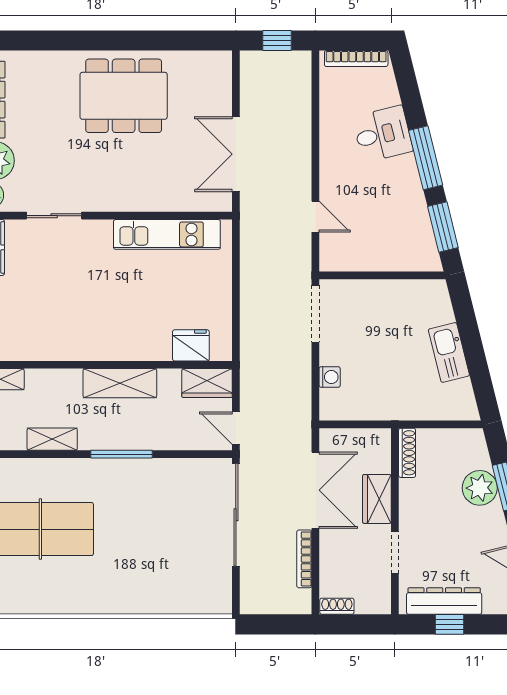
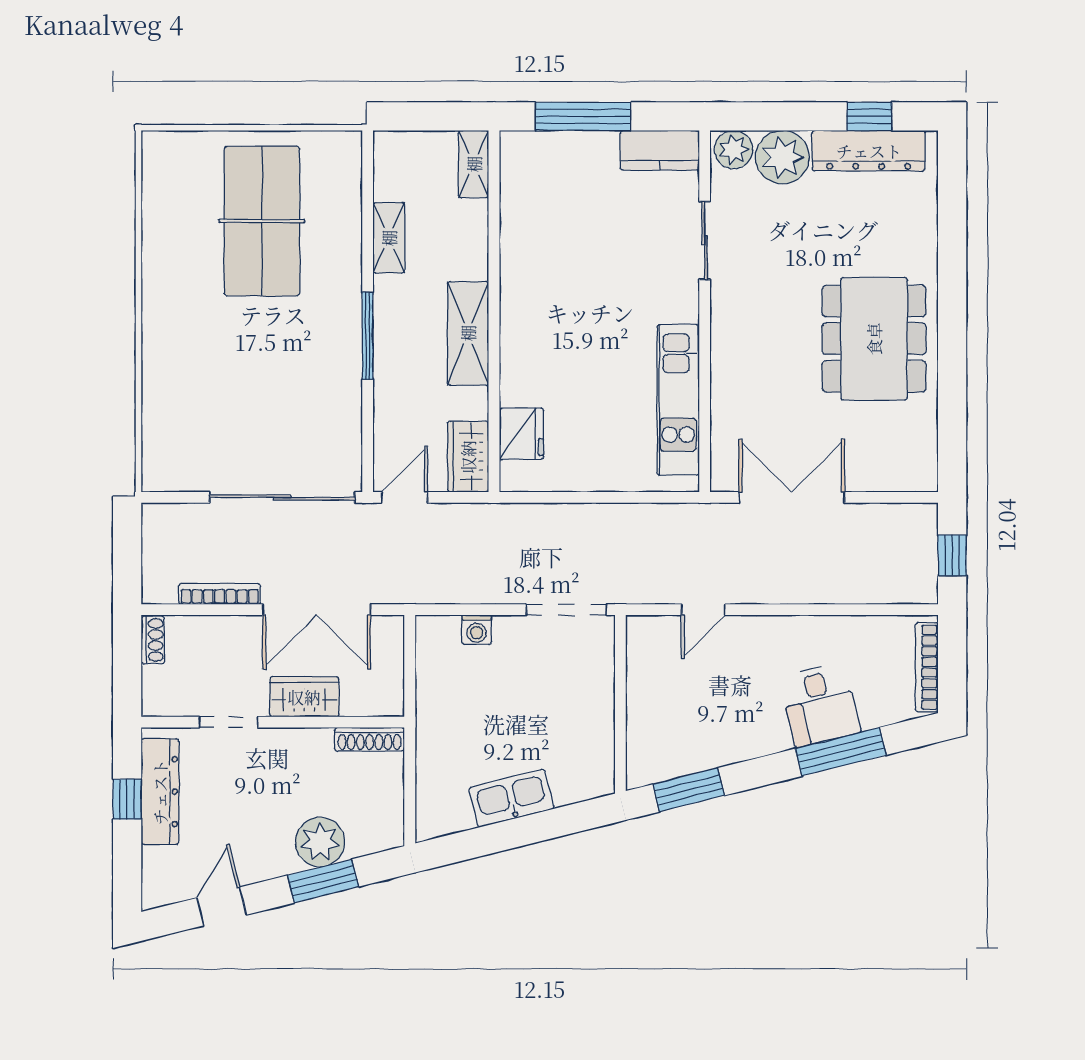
window: (426, 158) -> (841, 752), moved

